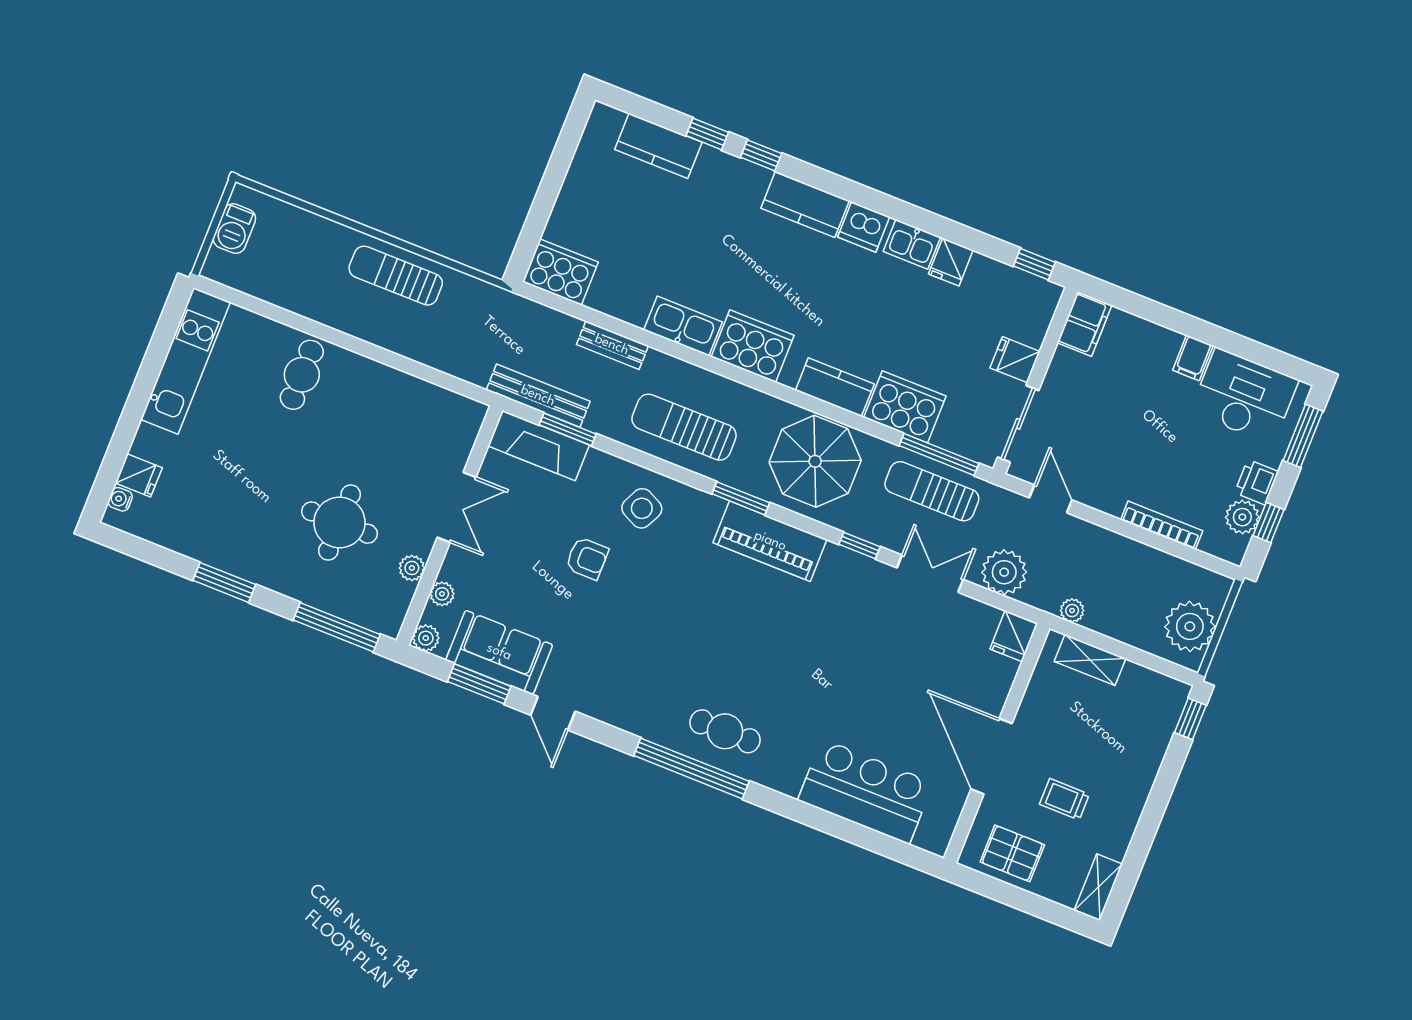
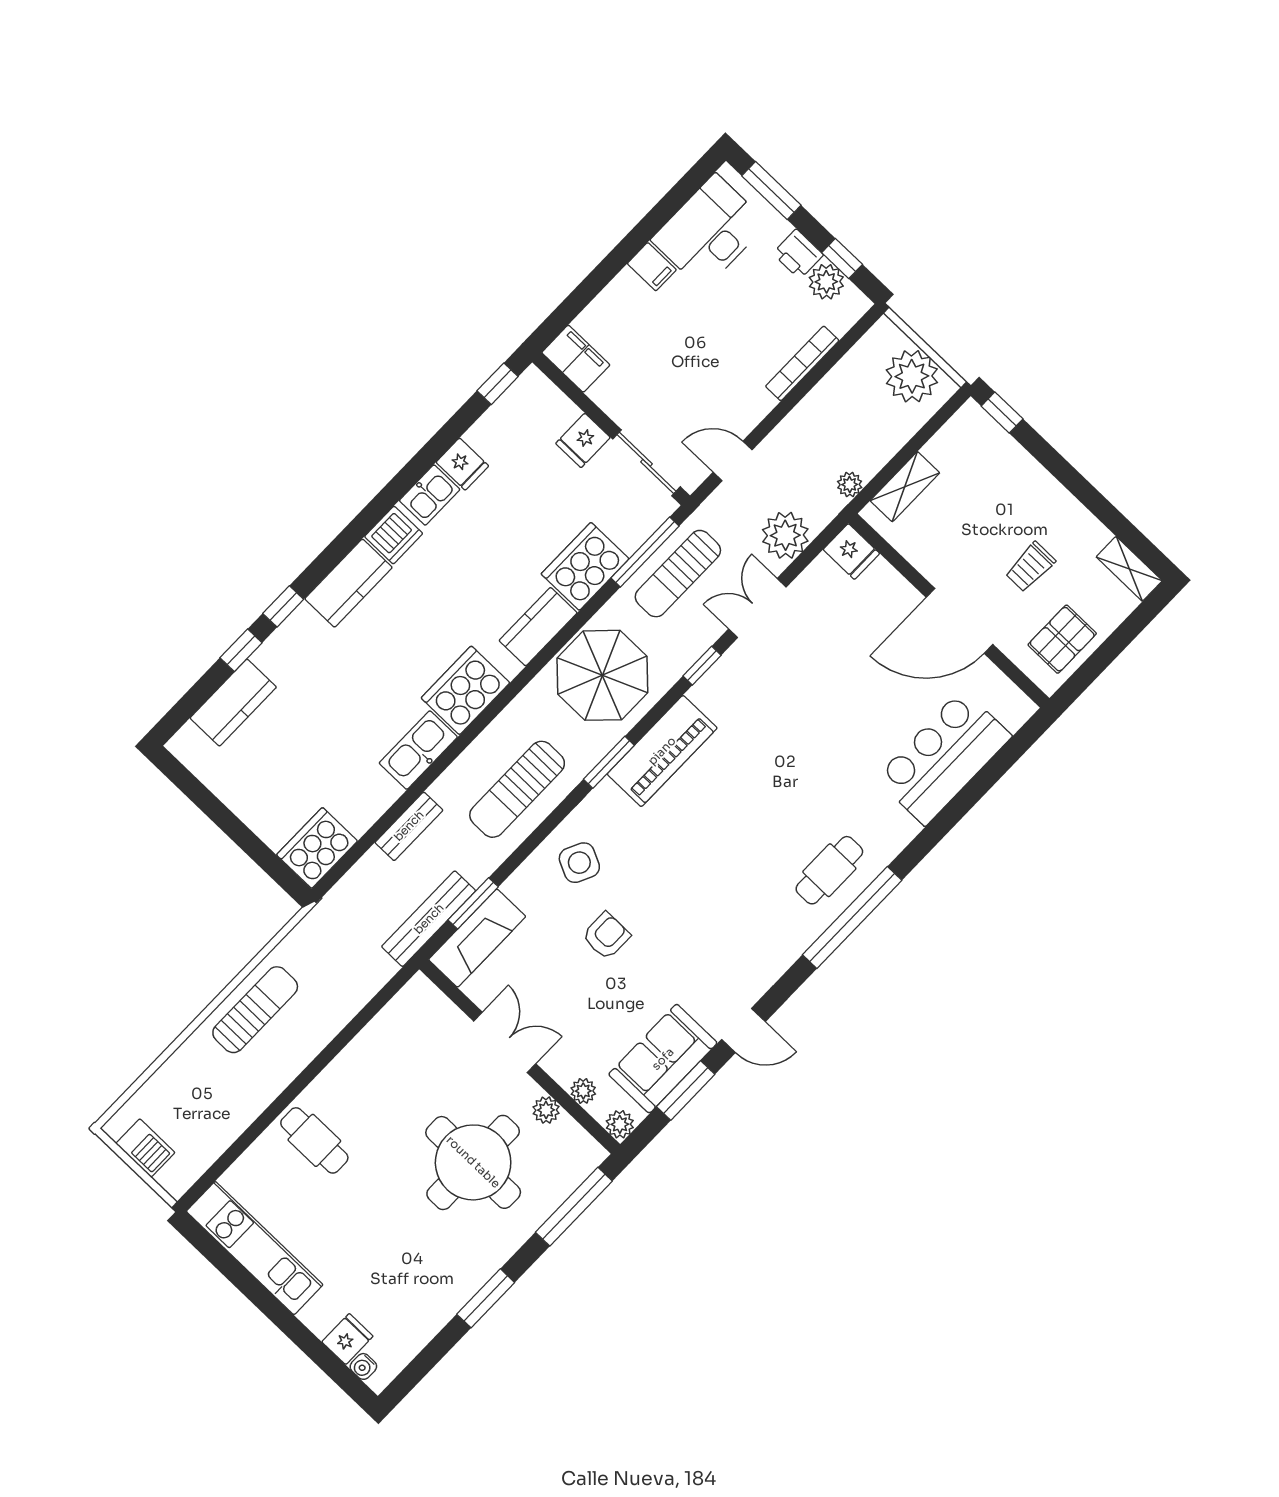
sun lounger: (396, 276) -> (255, 1010), turned 180
round table: (339, 523) -> (473, 1162), width x1.36, depth x1.36

